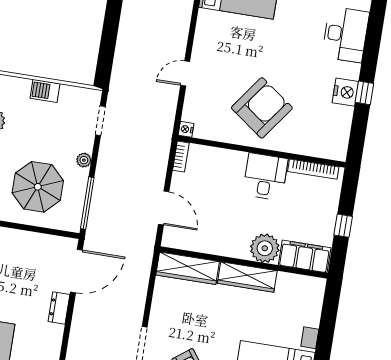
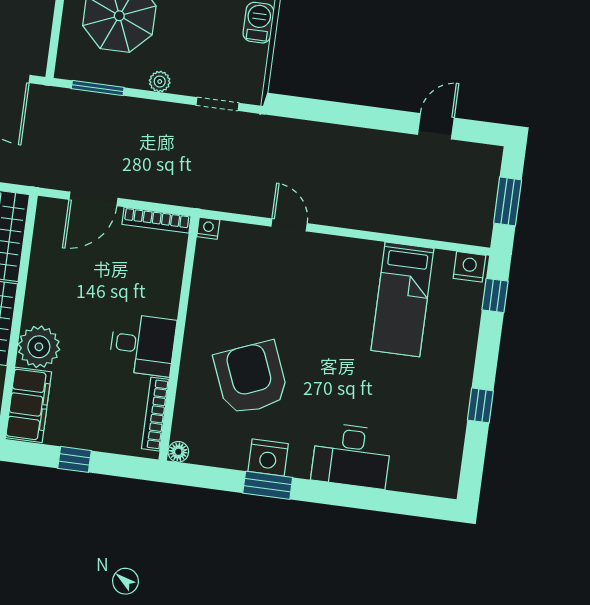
window: (364, 93) -> (268, 485), width x1.50
armchair: (262, 108) -> (251, 378), moved, turned -148
floor lamp: (340, 154) -> (178, 452), added
bookcase: (181, 157) -> (156, 220), width x1.56
window: (87, 203) -> (98, 88), width x0.69

